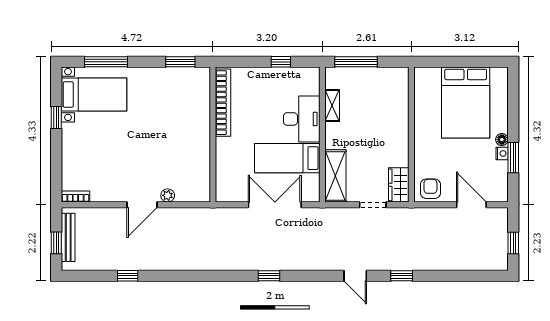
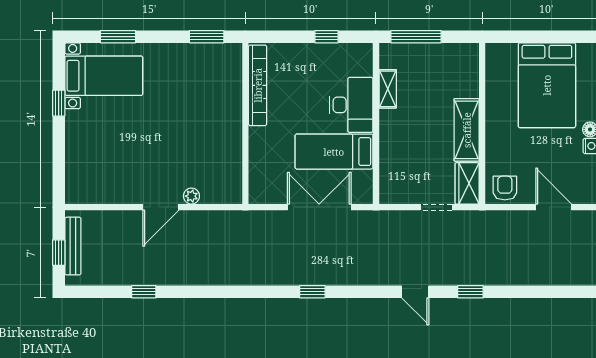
window: (106, 62) -> (118, 37), width x0.69
shelving: (335, 176) -> (467, 130), moved
bookcase: (75, 197) -> (82, 197), removed

